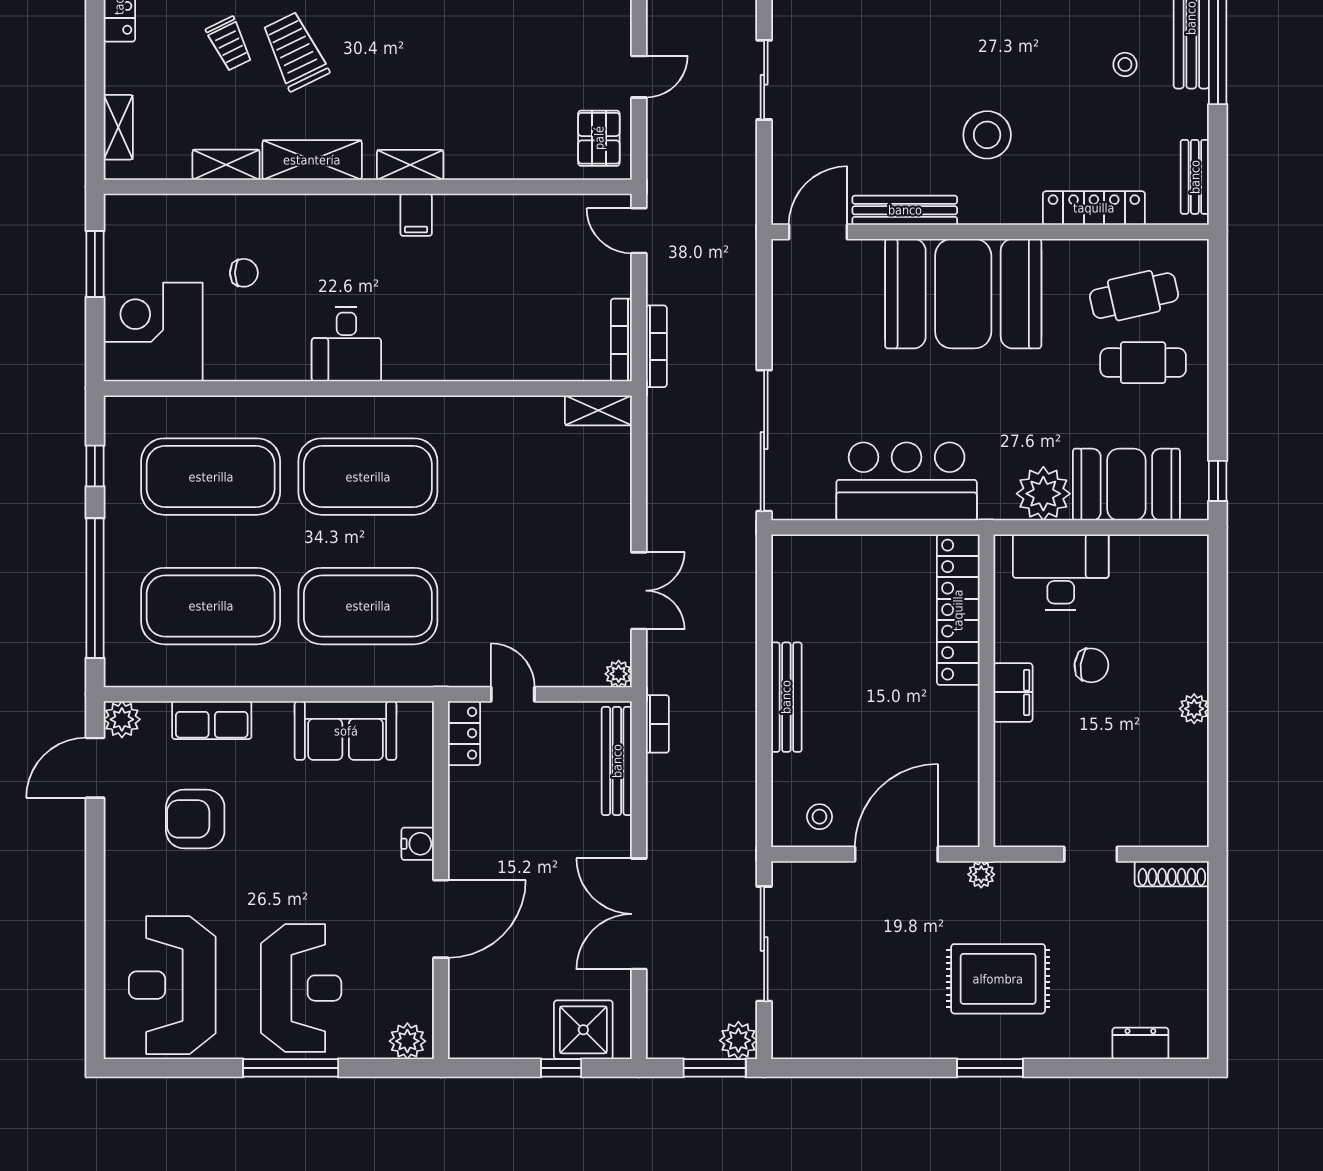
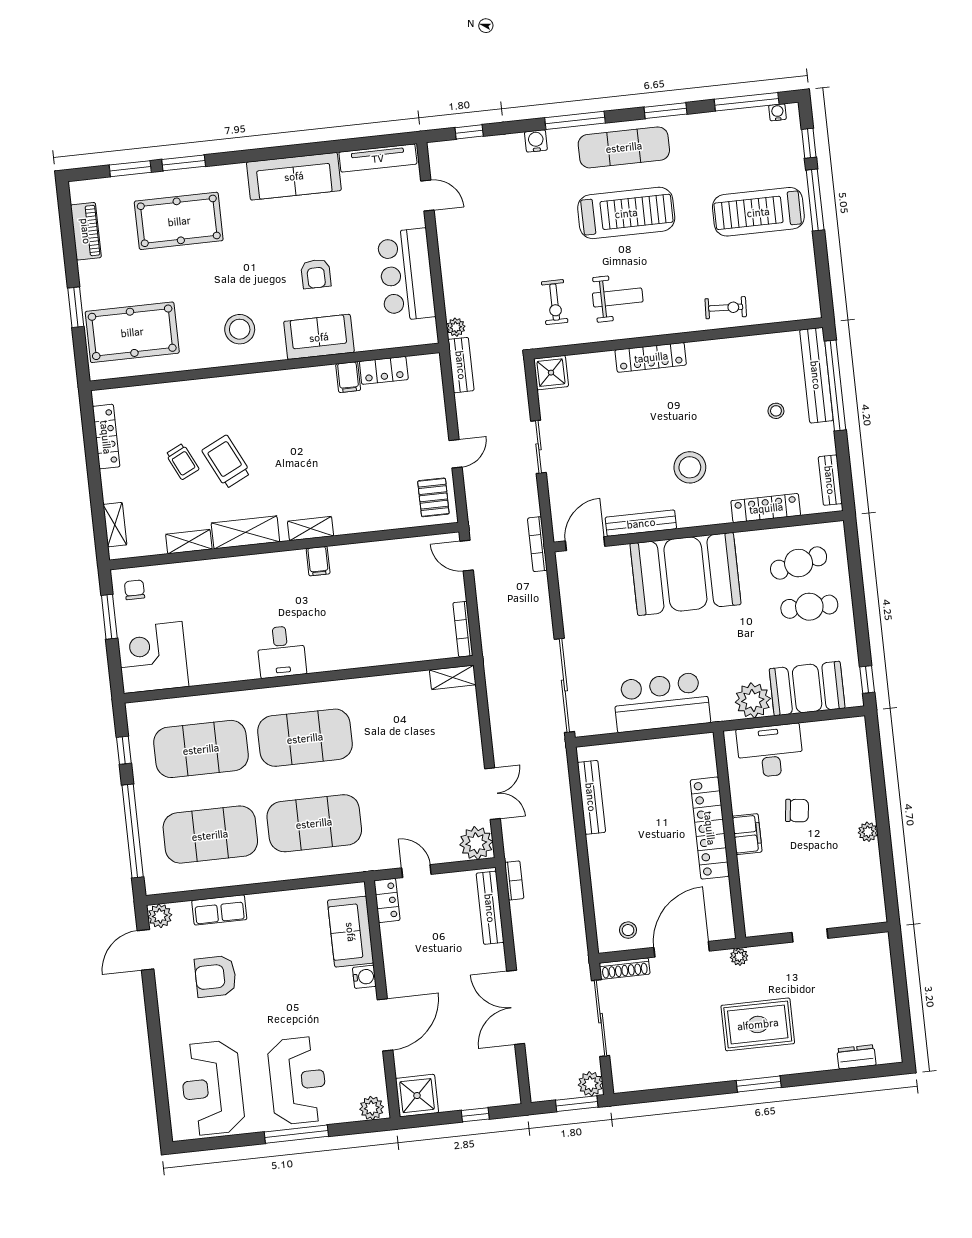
chair: (244, 273) -> (134, 590), moved, turned -90
bookcase: (656, 346) -> (537, 544), moved, turned 180
locker: (958, 610) -> (710, 828), moved
plant: (619, 674) -> (476, 843), width x1.88, depth x1.88
bench: (786, 697) -> (591, 797), moved
sofa: (346, 731) -> (351, 932), moved, turned 90
shoe rack: (1172, 874) -> (625, 969), moved
shower: (583, 1030) -> (417, 1096), moved

